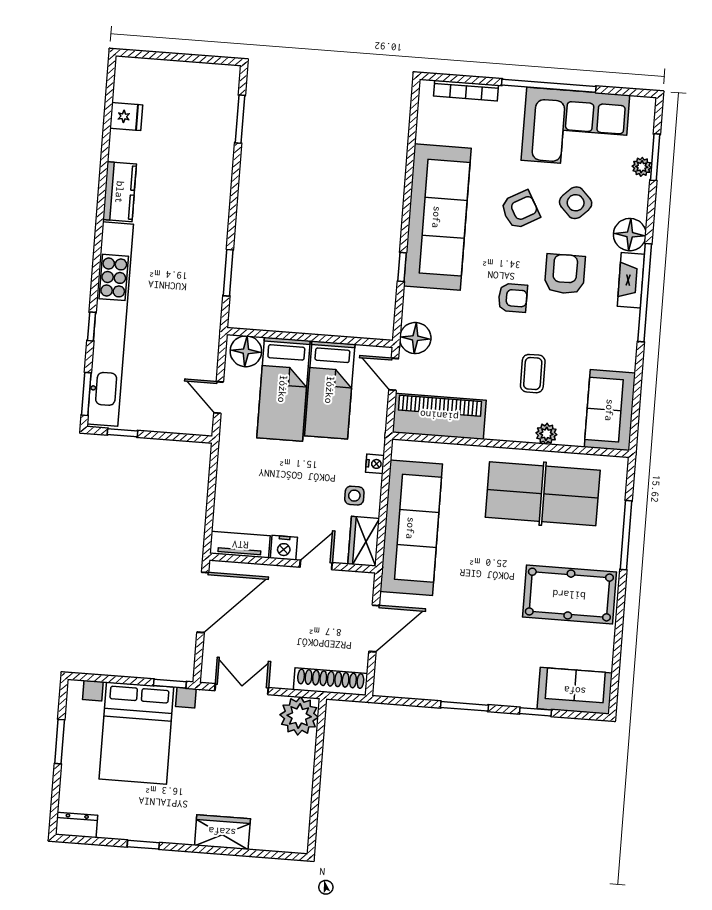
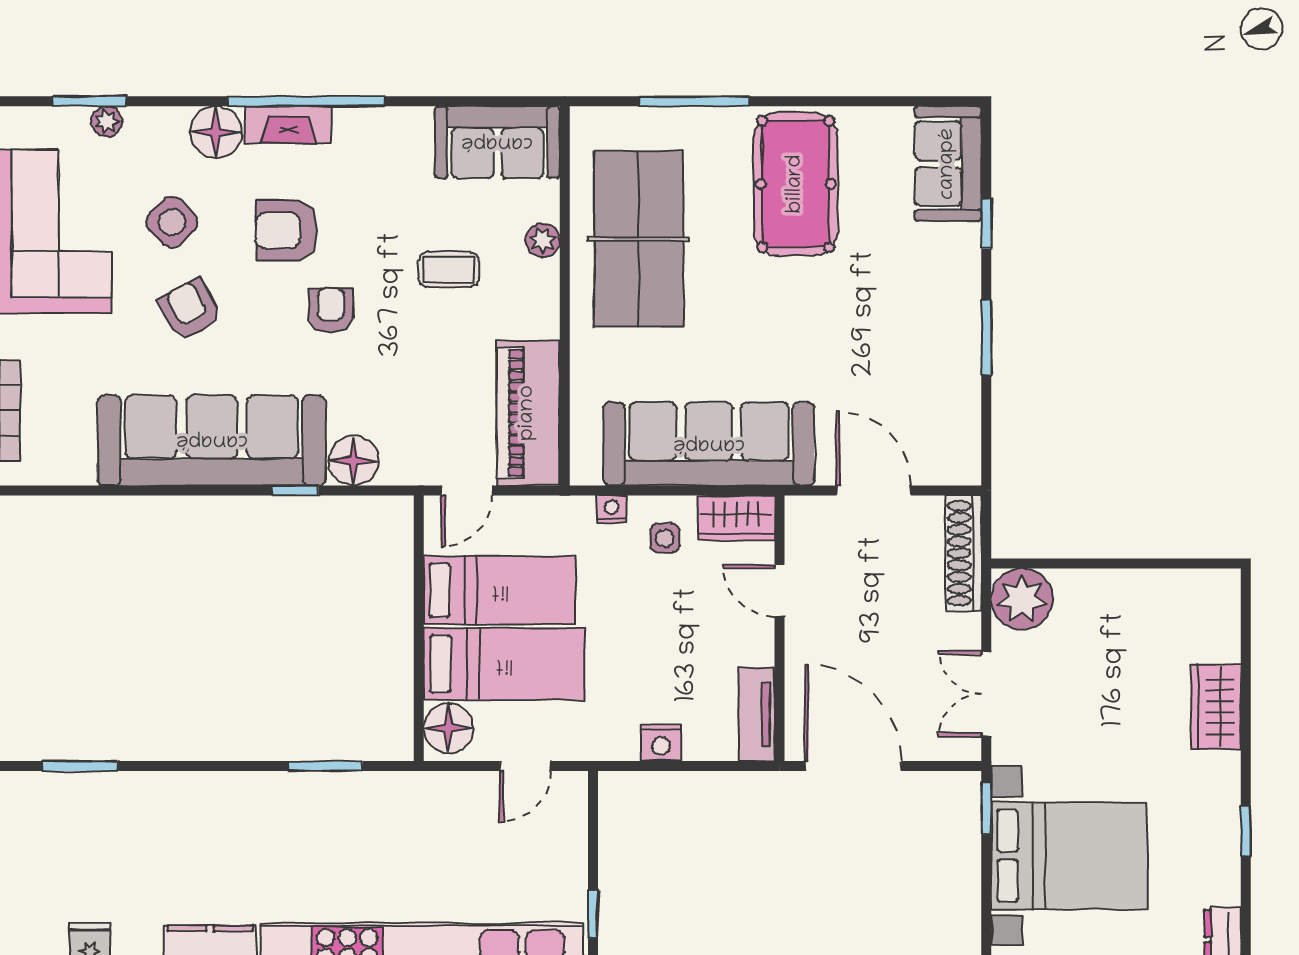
floor lamp: (415, 338) -> (354, 461), moved
nightstand: (284, 548) -> (661, 743), moved, turned 90

